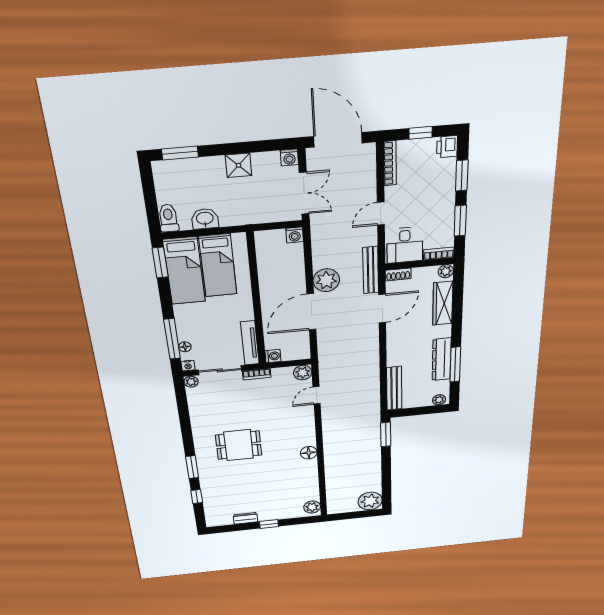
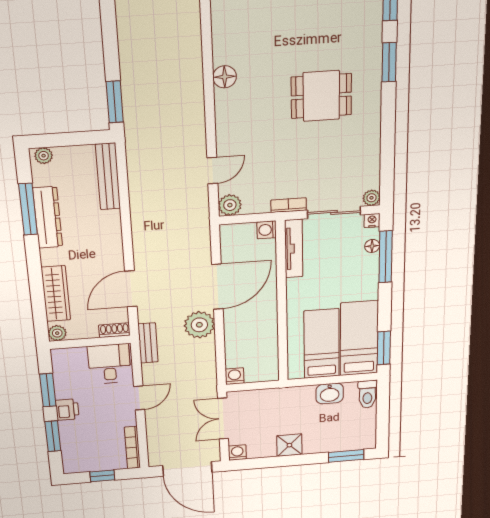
printer: (447, 147) -> (67, 410), moved
bookcase: (439, 254) -> (68, 354), removed
bench: (371, 270) -> (148, 343), width x0.73

